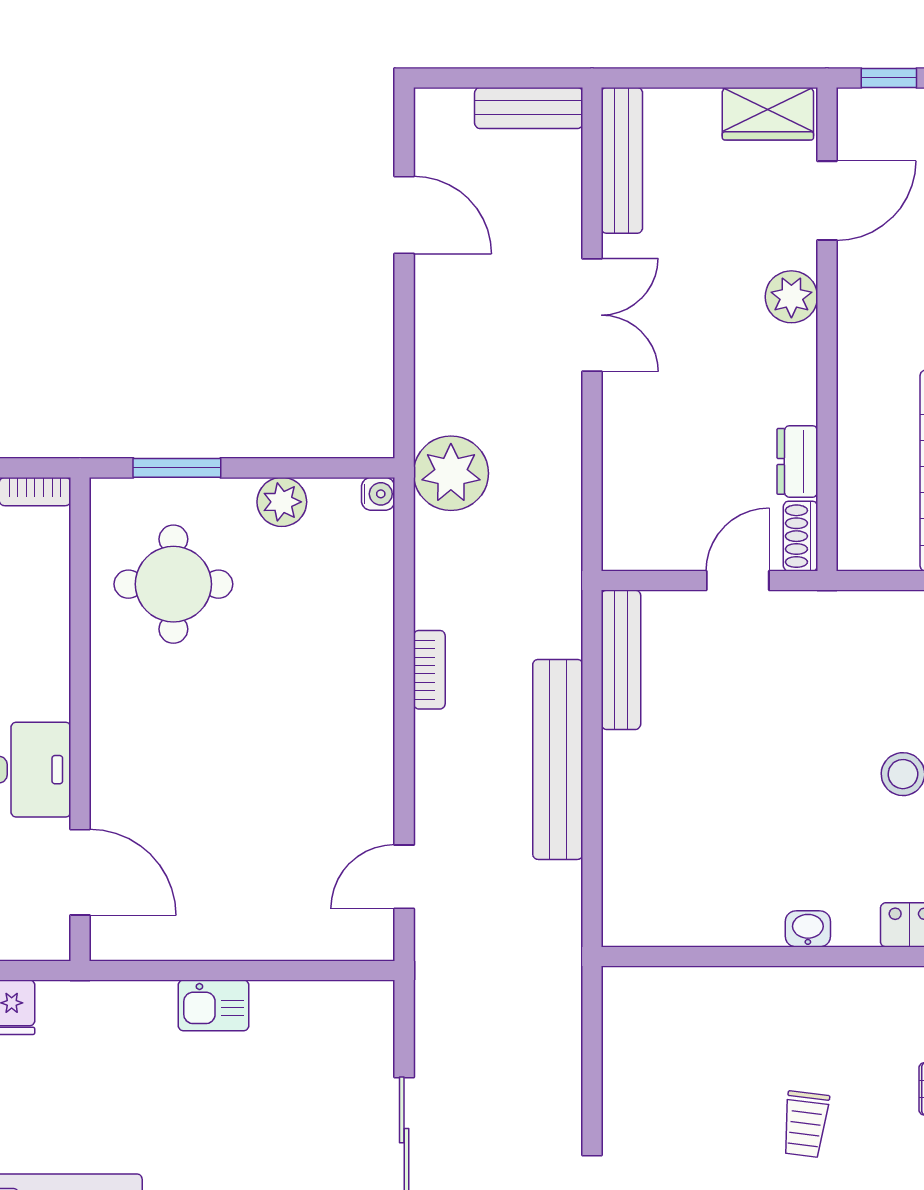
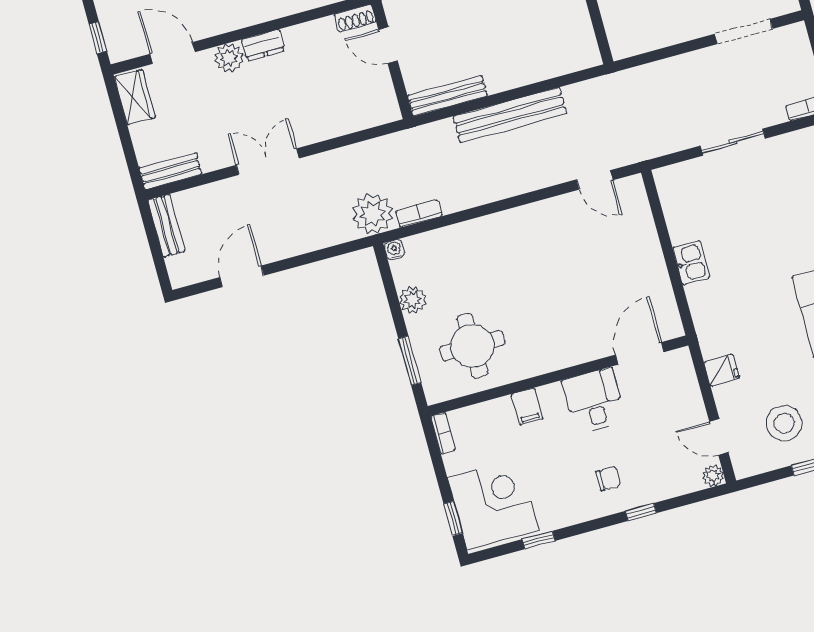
bench: (622, 160) -> (170, 171), width x0.73
dresser: (797, 461) -> (263, 45), moved
filing cabinet: (41, 650) -> (527, 407), added
bookcase: (429, 670) -> (419, 214), moved

